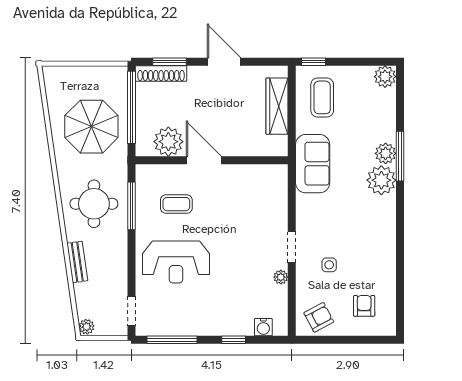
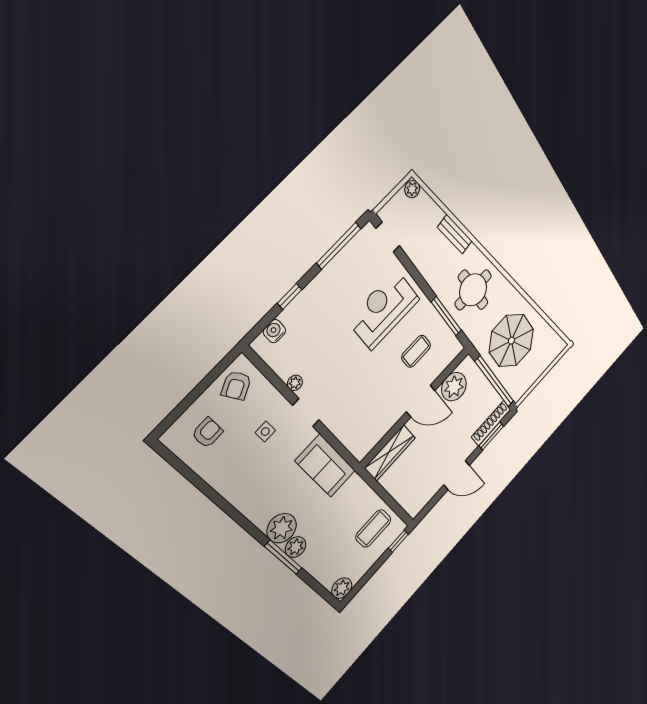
coffee table: (322, 97) -> (373, 528), turned 90
wardrobe: (277, 106) -> (390, 453), moved, turned 90
sofa: (313, 164) -> (325, 466), moved
armchair: (364, 306) -> (207, 433), turned -90

